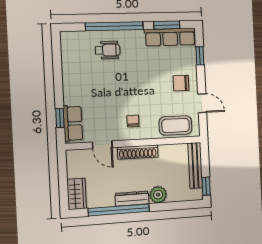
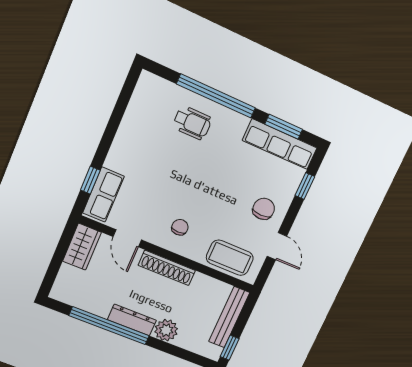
chair: (181, 83) -> (264, 209), turned 90
wardrobe: (77, 194) -> (82, 247), moved

